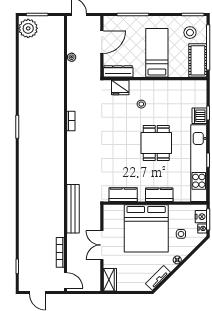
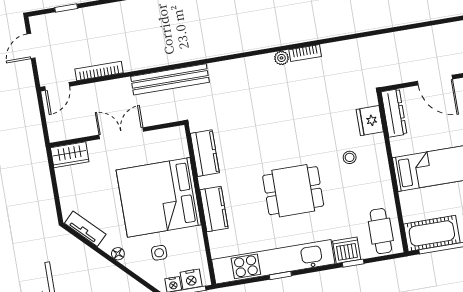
plant: (72, 57) -> (281, 58), moved
cafe table: (191, 92) -> (381, 231), added

